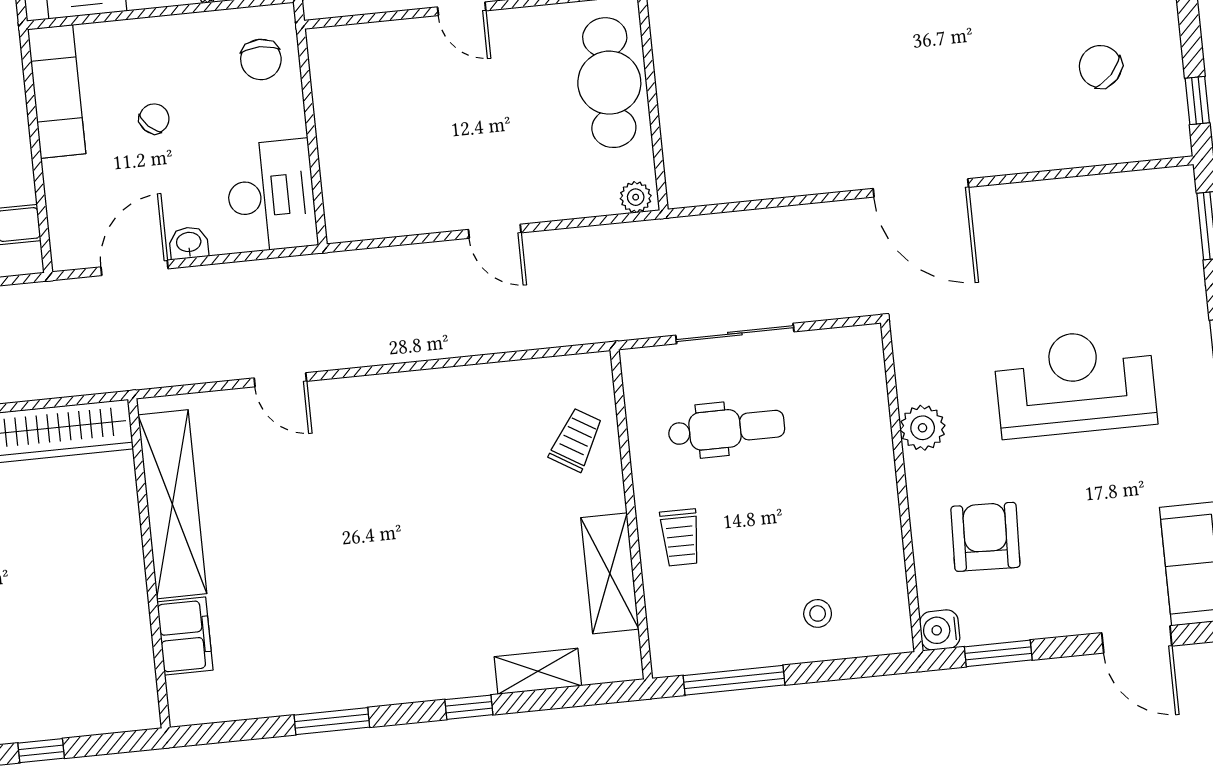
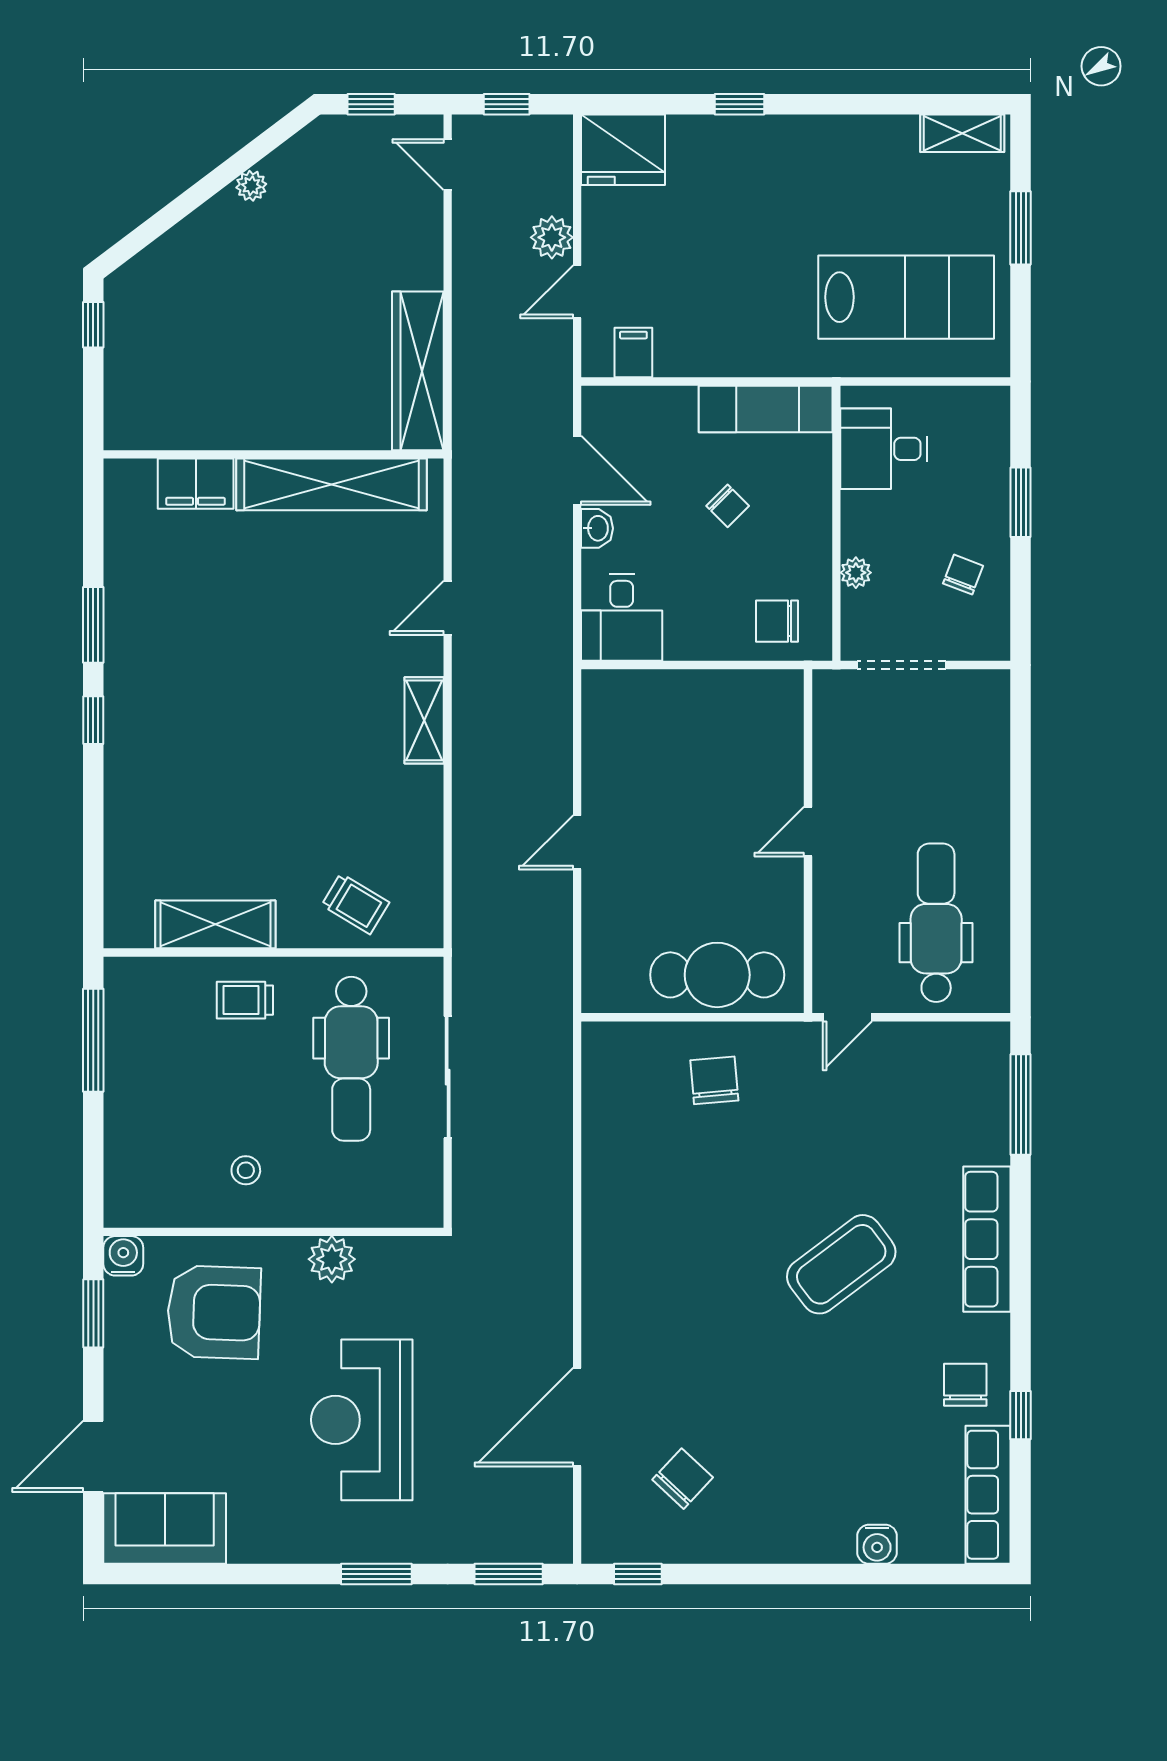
chair: (712, 75) -> (714, 1080), added
door: (921, 188) -> (577, 1417), moved
desk: (271, 196) -> (622, 617), width x0.73
plant: (636, 197) -> (597, 990), removed
reception desk: (1075, 383) -> (362, 1420), turned 180
dental chair: (727, 429) -> (351, 1059), width x1.36, depth x1.38
armchair: (985, 537) -> (214, 1312), width x1.36, depth x1.36
stool: (818, 613) -> (246, 1170), moved
shelving: (538, 671) -> (424, 720), moved
window: (469, 707) -> (93, 720), moved

